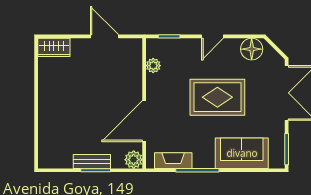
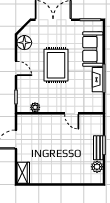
door: (144, 121) -> (72, 113), width x0.53
plant: (134, 160) -> (97, 167), moved
fireplace: (173, 161) -> (98, 80), moved

